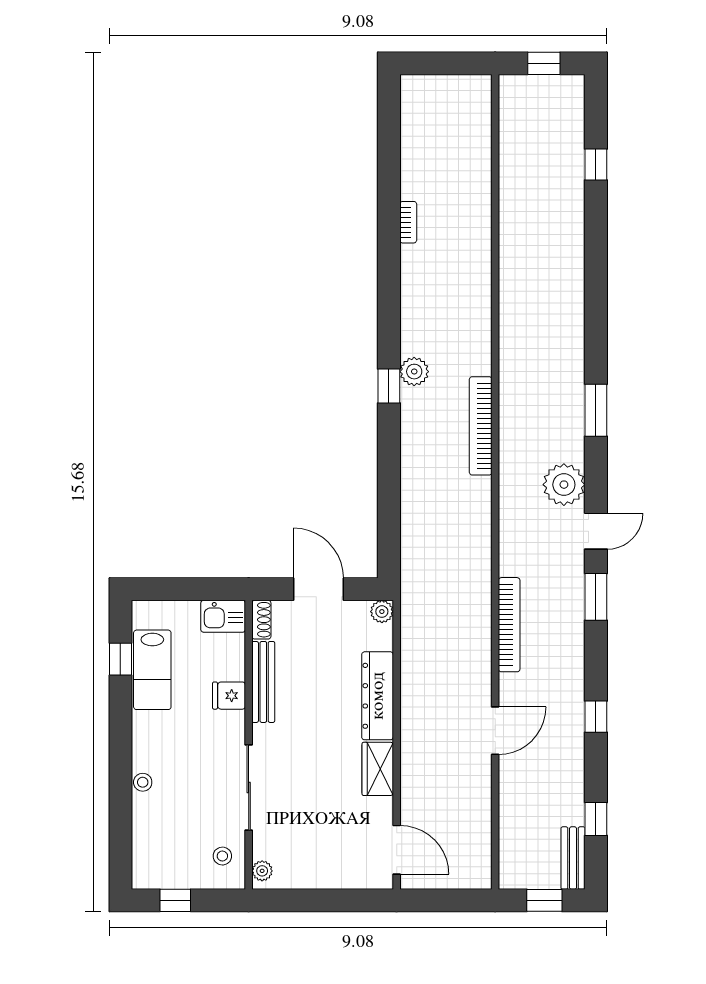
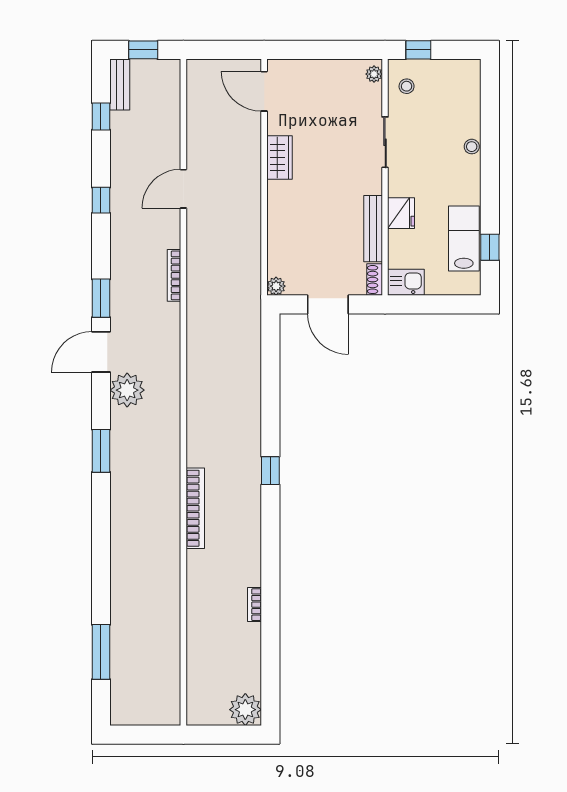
window: (544, 63) -> (144, 735), removed
window: (596, 164) -> (101, 652), width x2.17
plant: (414, 372) -> (245, 710), moved, width x1.36, depth x1.36
bookcase: (481, 426) -> (195, 508), moved
door: (596, 531) -> (101, 352), width x1.38
bookcase: (509, 625) -> (174, 275), width x0.68, depth x0.76
fridge: (229, 696) -> (401, 213), width x1.38
dresser: (378, 696) -> (280, 217), removed
sliding door: (249, 788) -> (385, 142), width x0.73
window: (175, 900) -> (418, 50), moved

